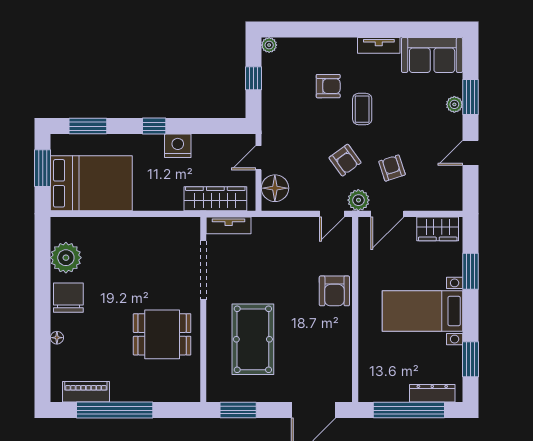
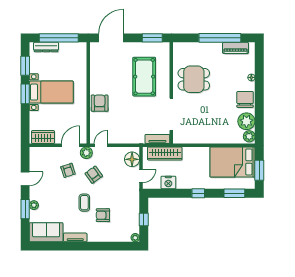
nightstand: (178, 146) -> (168, 182), moved
plant: (61, 230) -> (249, 136), added
window: (470, 271) -> (25, 94), moved
chair: (68, 298) -> (245, 99), turned 180

